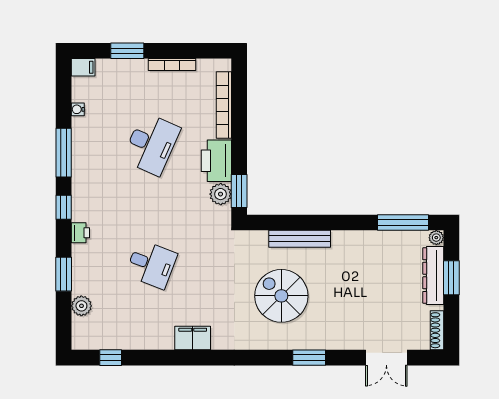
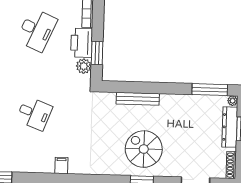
window: (239, 191) -> (97, 53), moved
spiral stairs: (281, 296) -> (144, 149), moved
filing cabinet: (193, 338) -> (61, 165), width x0.50

